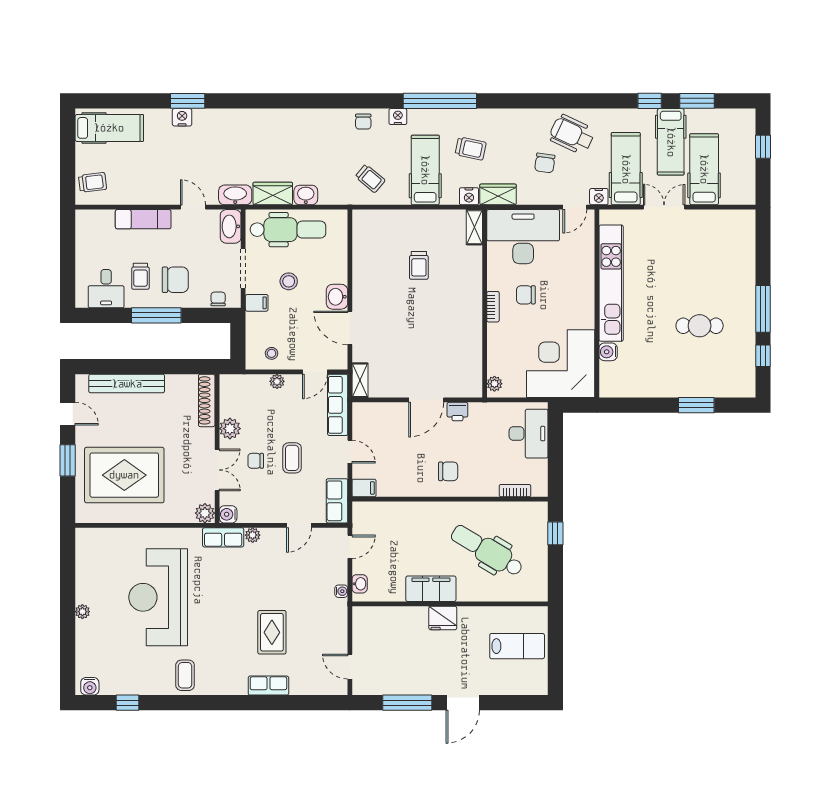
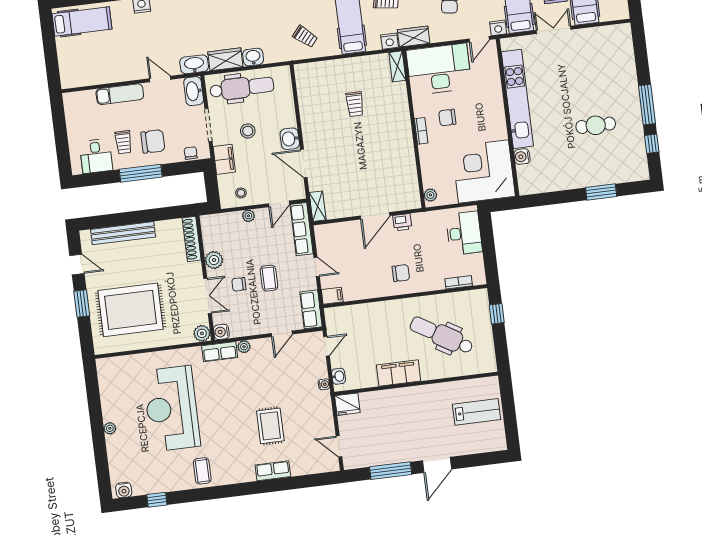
trolley: (93, 182) -> (74, 69), removed
filing cabinet: (257, 303) -> (224, 159), width x2.00
fridge: (443, 618) -> (347, 404), moved

